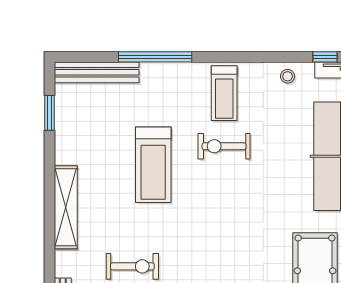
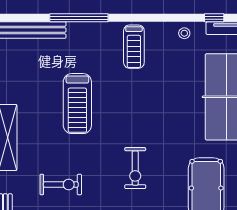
exercise bike: (224, 146) -> (135, 168), moved, turned -90

